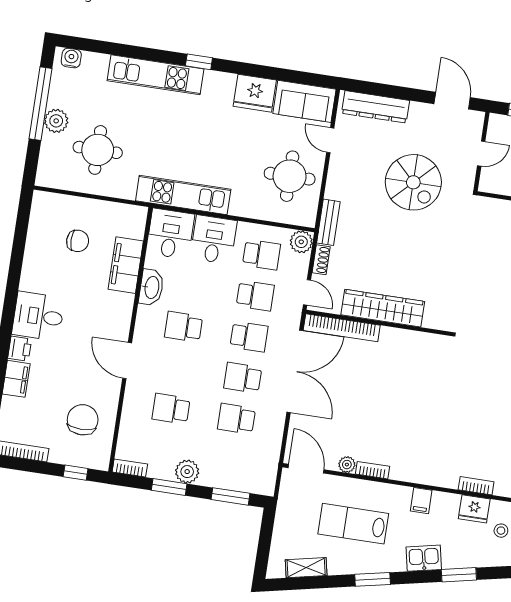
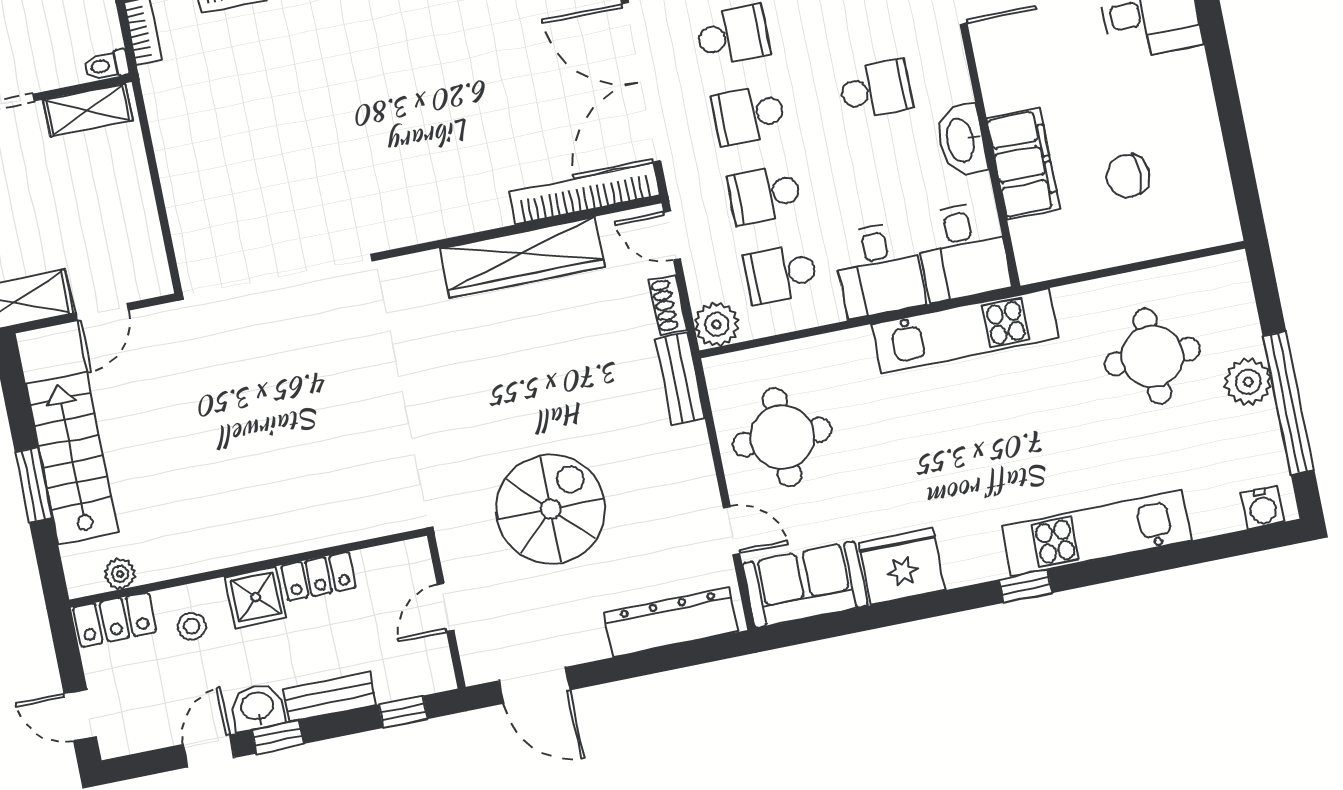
spiral stairs: (413, 182) -> (551, 509), turned 90

